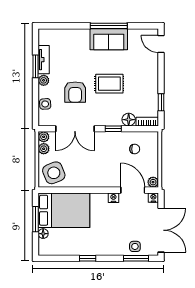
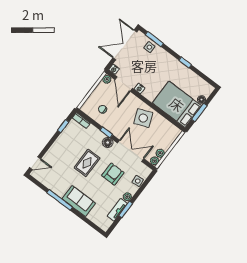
sofa: (109, 39) -> (79, 201), moved
door: (161, 44) -> (35, 163), hinge flipped
rug: (109, 84) -> (87, 163), turned 90
floor lamp: (129, 120) -> (108, 143), moved
side table: (54, 173) -> (143, 118), moved

